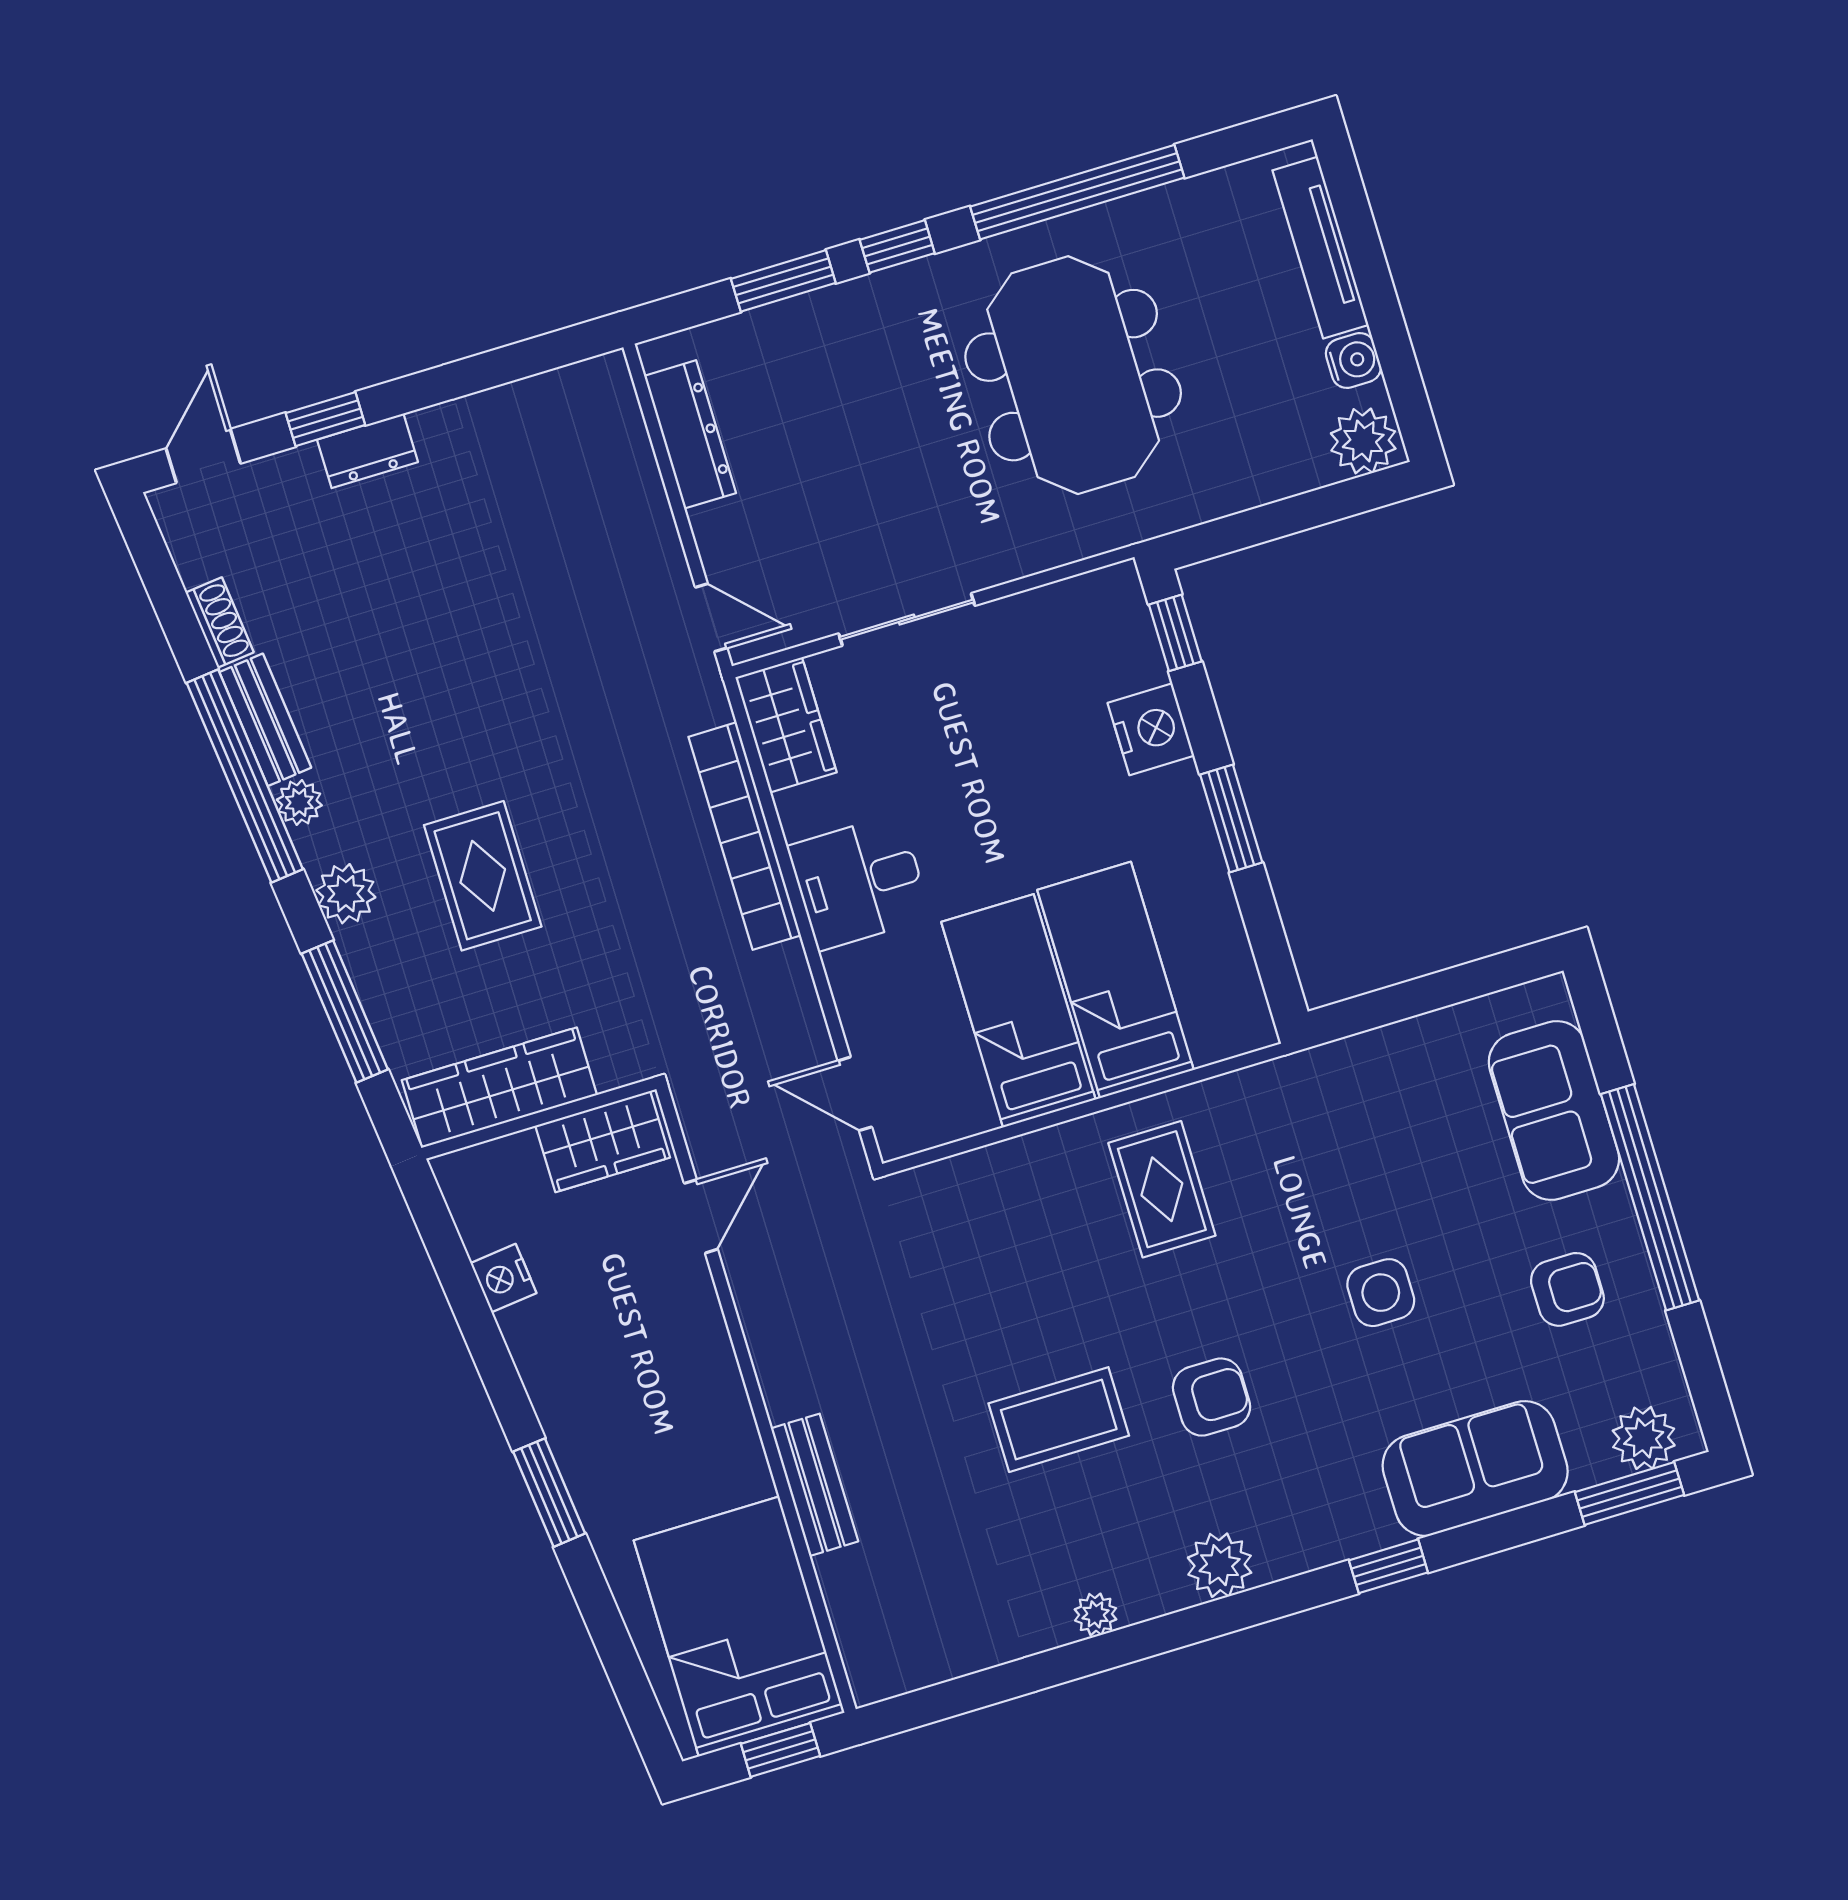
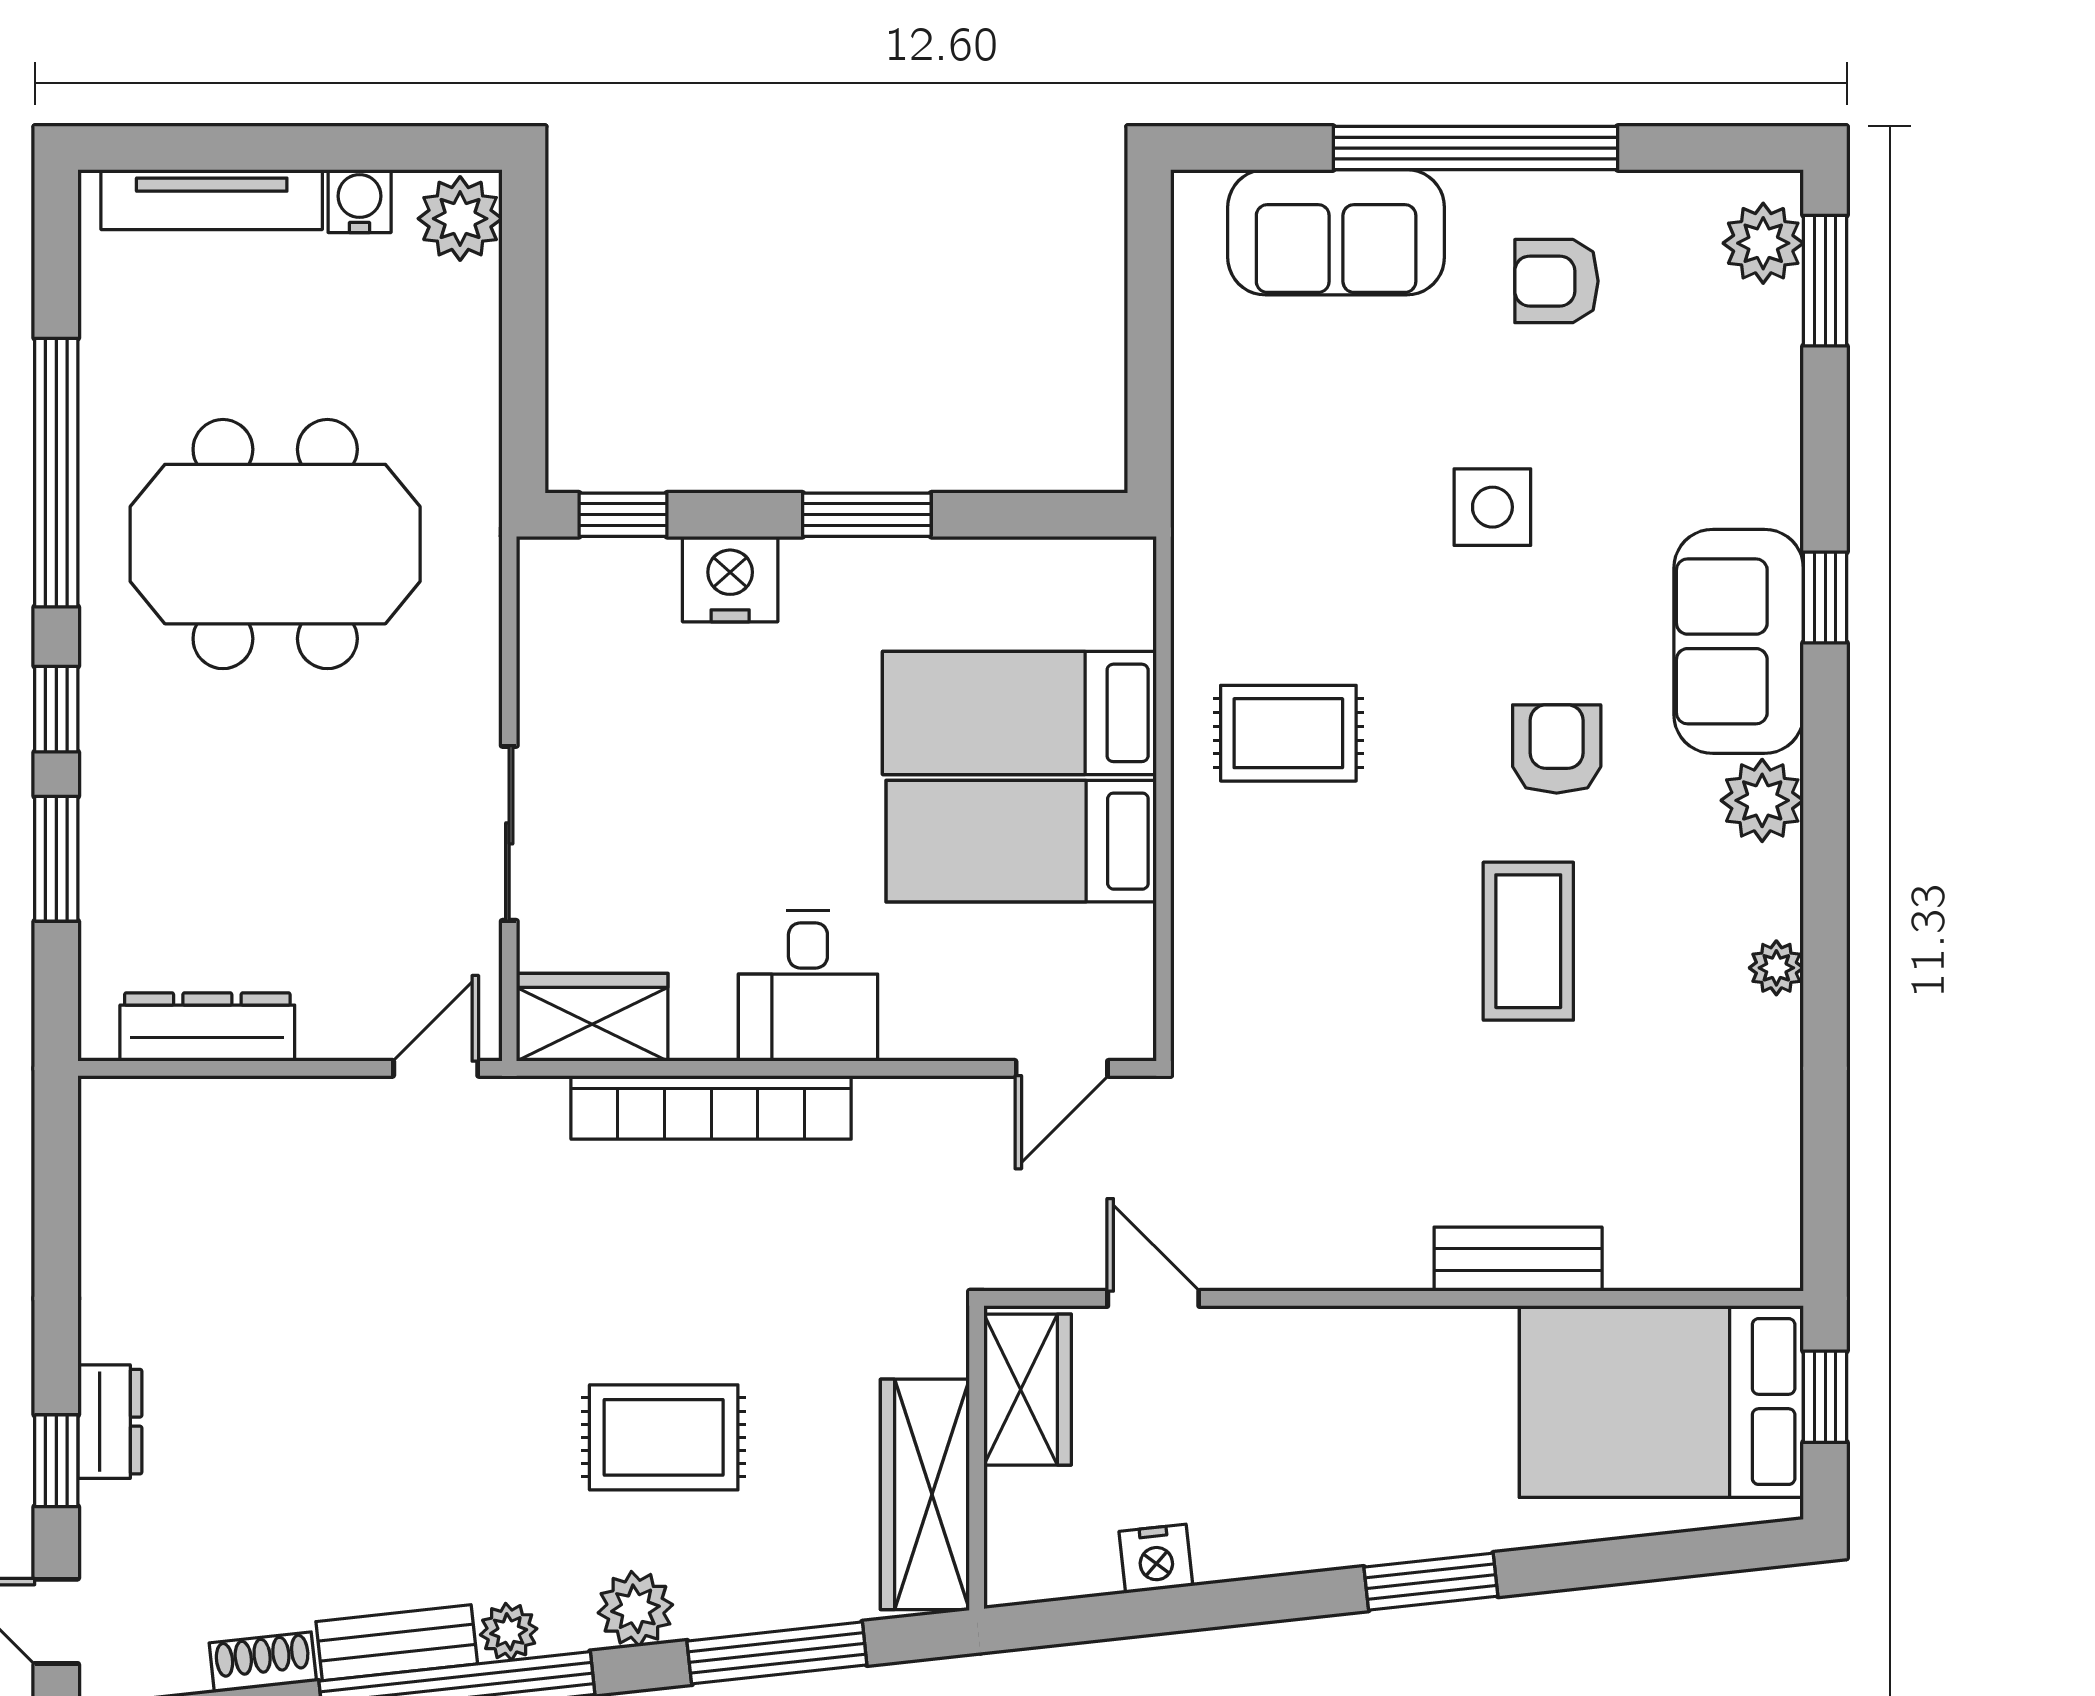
armchair: (1567, 1289) -> (1556, 281), turned -90
sofa: (1475, 1468) -> (1739, 641), moved

